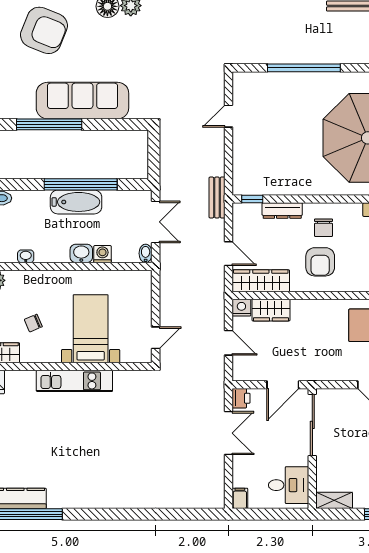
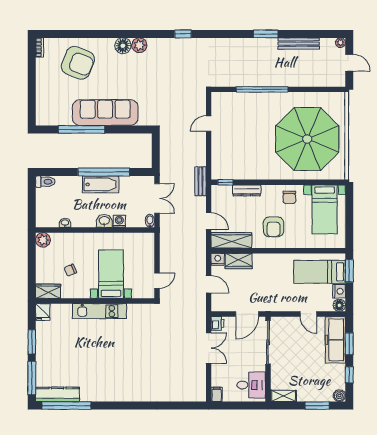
chair: (323, 228) -> (289, 197), moved

